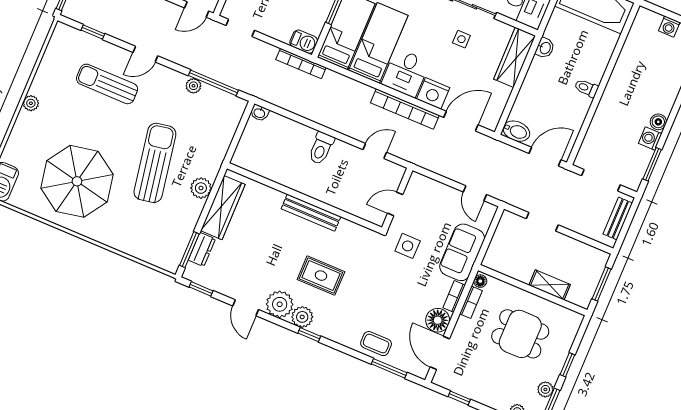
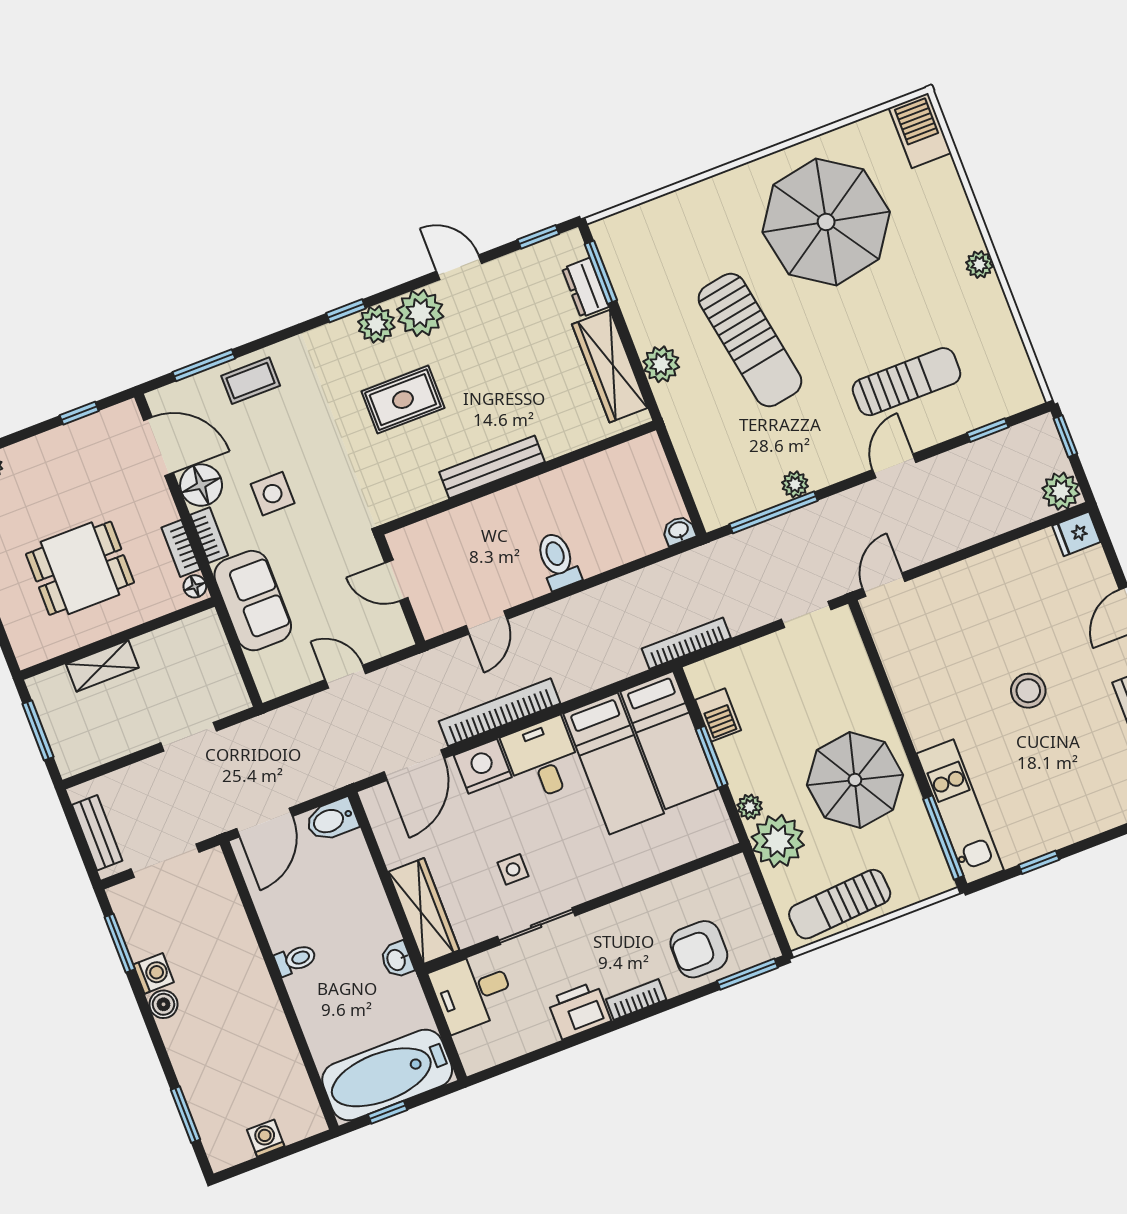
barbecue: (304, 42) -> (718, 715), moved, turned -90
door: (475, 193) -> (346, 677), moved
door: (395, 204) -> (396, 580), swing flipped
side table: (408, 246) -> (273, 494), moved

